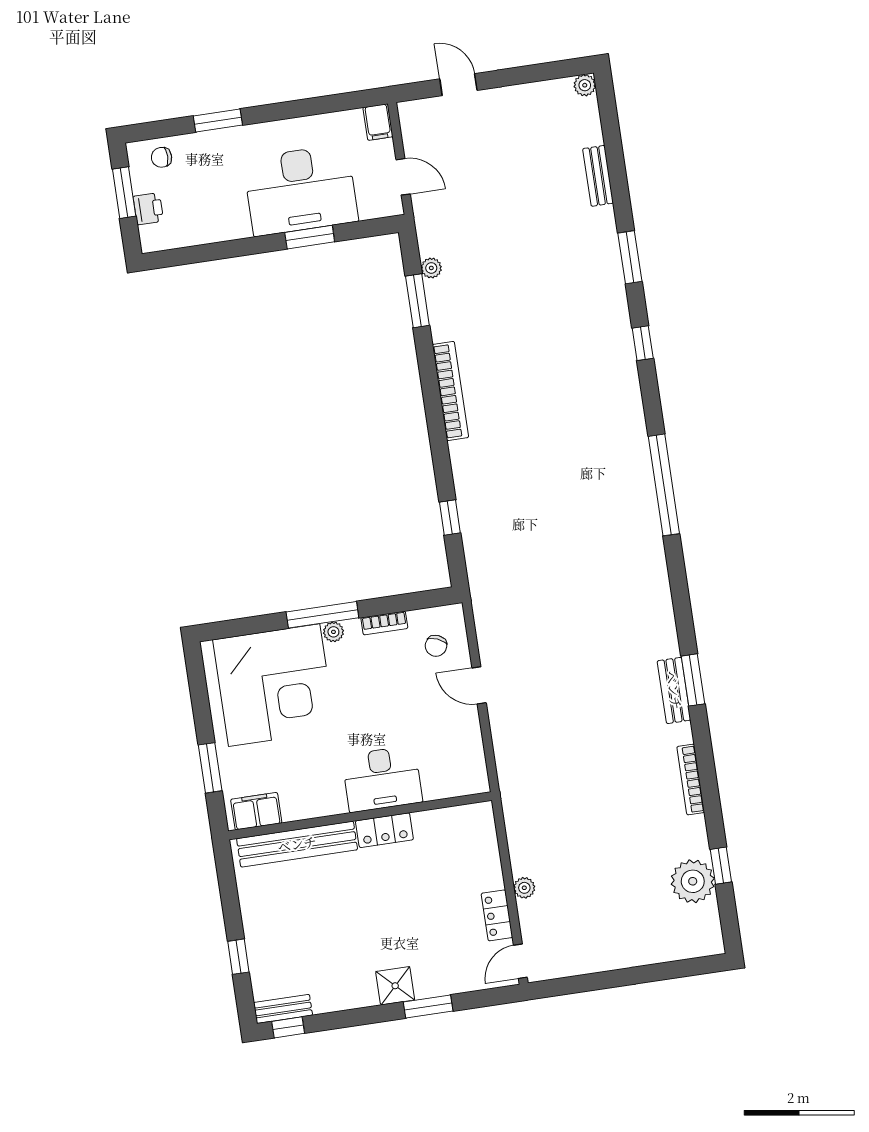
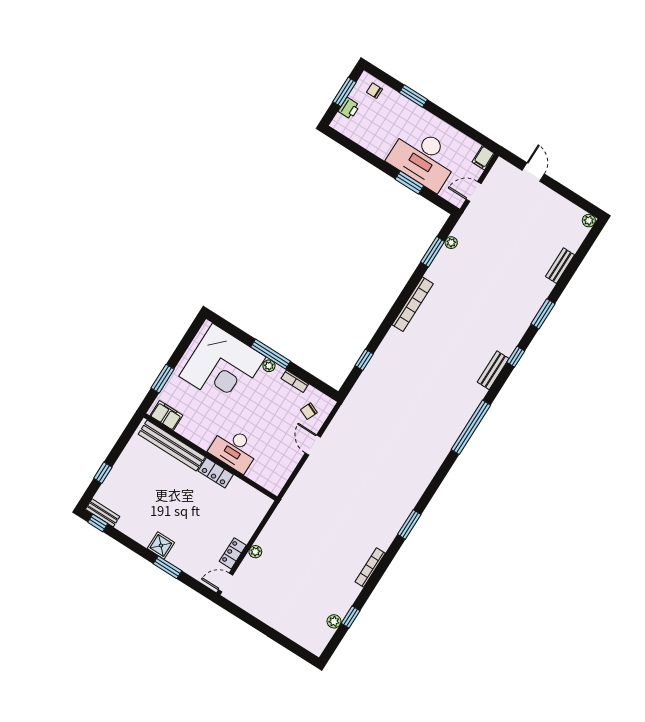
door: (403, 177) -> (474, 192), swing flipped
bench: (674, 690) -> (493, 370), moved
plant: (693, 881) -> (334, 621), width x0.53, depth x0.53

